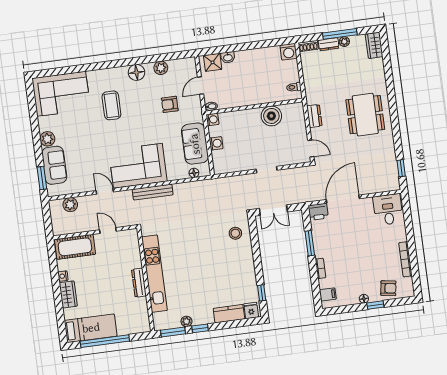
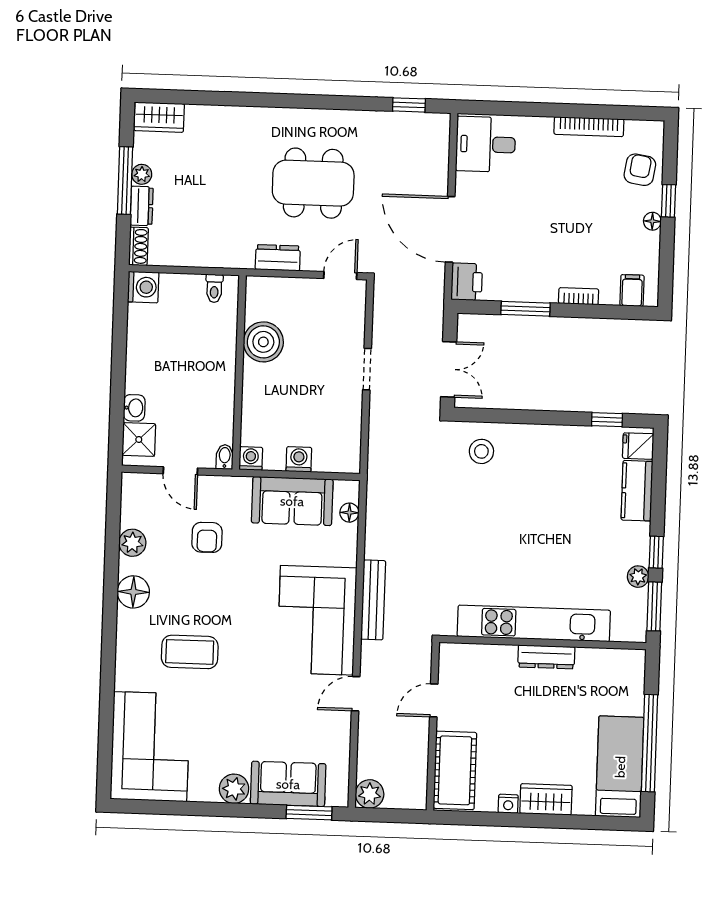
dining table: (365, 115) -> (313, 183), moved
plant: (70, 205) -> (370, 794), moved

